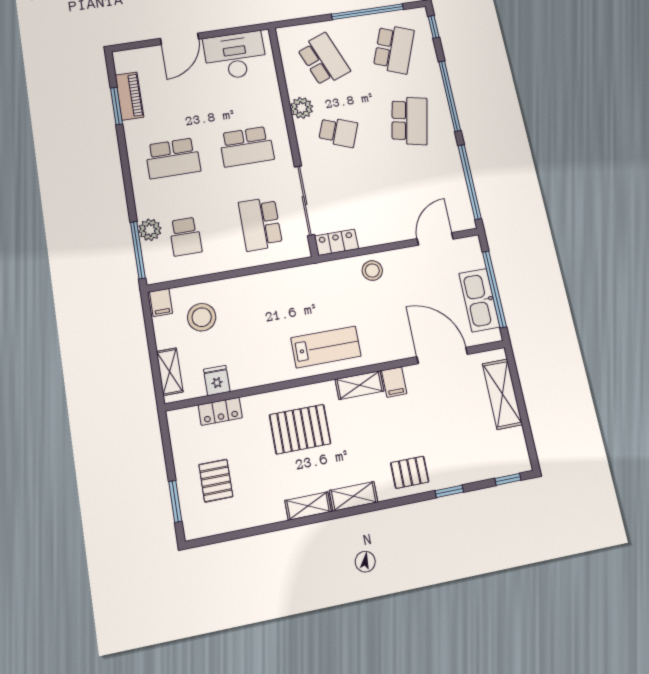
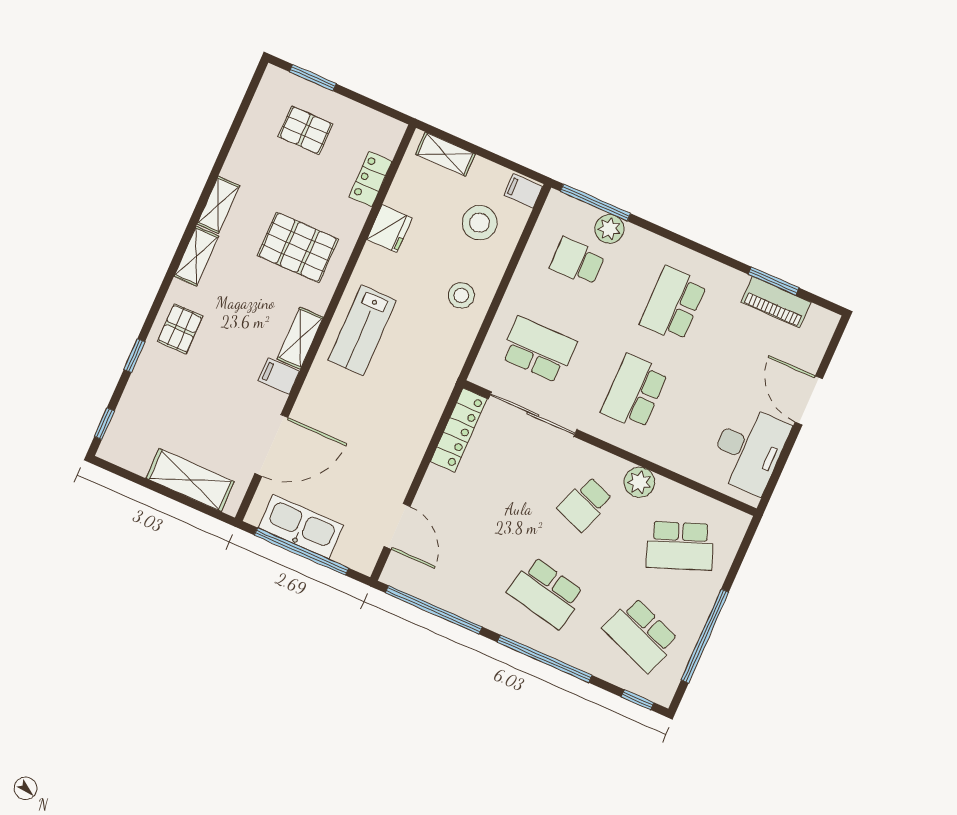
locker: (336, 242) -> (459, 430), width x1.53
stool: (372, 271) -> (461, 295), moved
fridge: (217, 380) -> (389, 229), moved, width x1.38
pallet: (300, 429) -> (298, 247), turned 90

